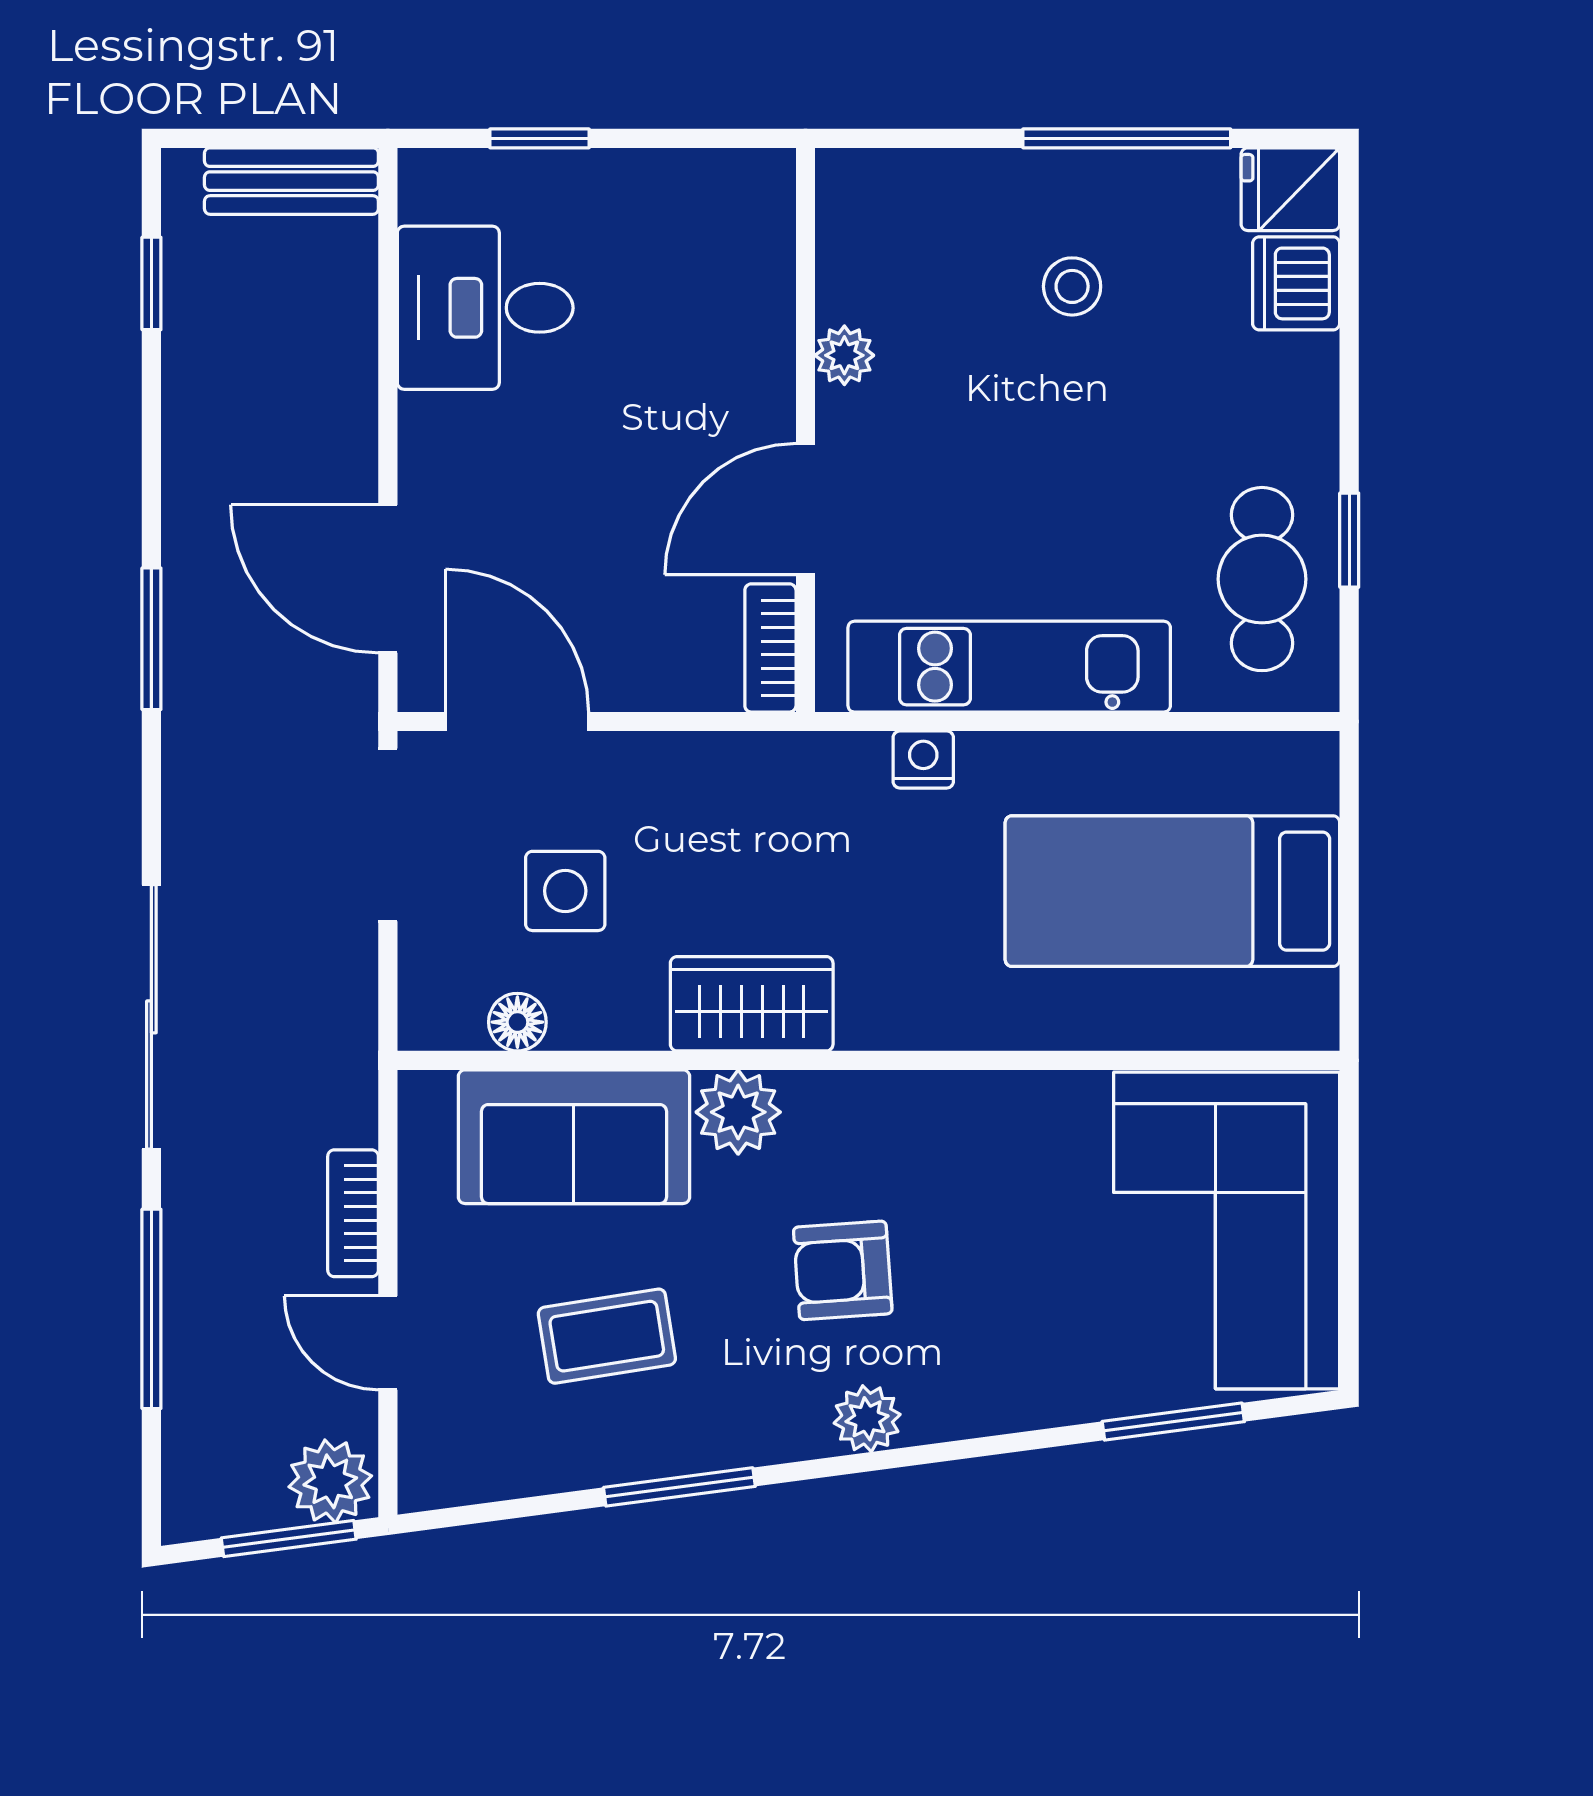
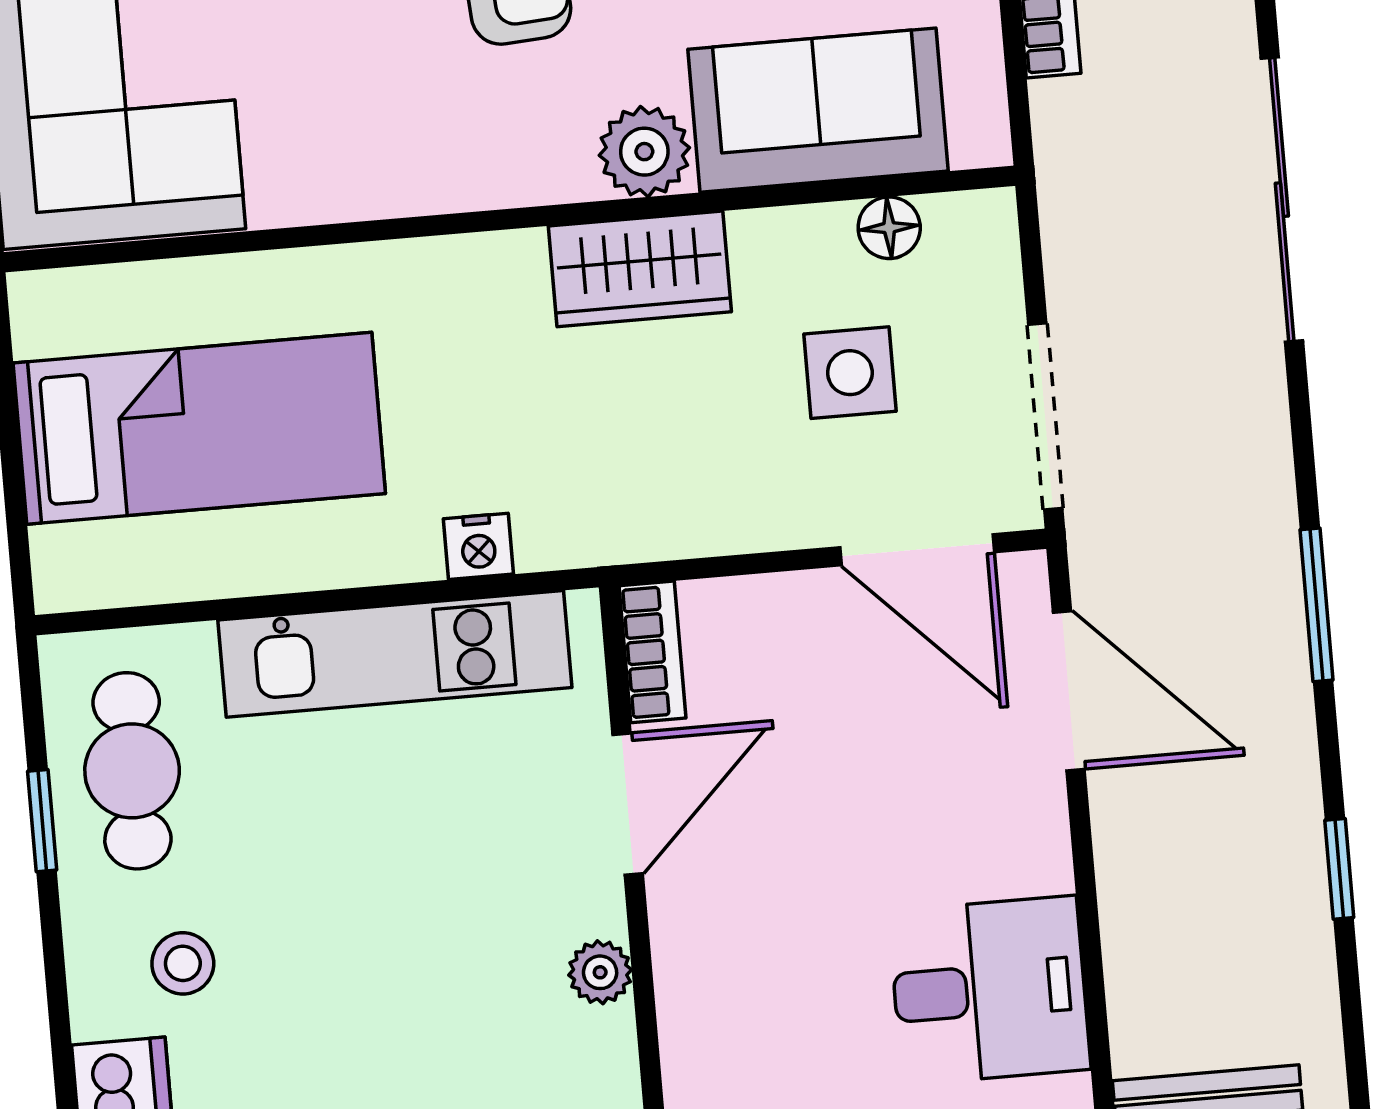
window: (151, 283) -> (1339, 869), moved
stool: (1072, 286) -> (183, 963), moved

